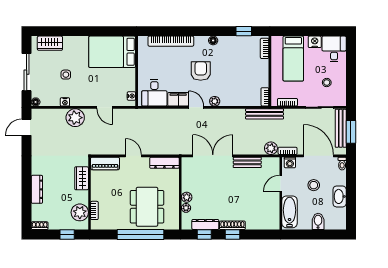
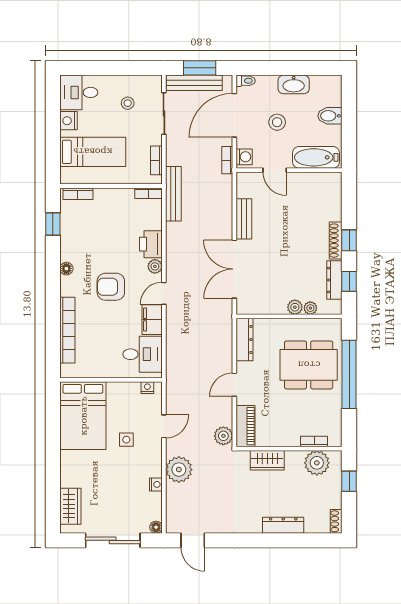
side table: (66, 75) -> (126, 440), moved
printer: (230, 98) -> (151, 244), added
plant: (271, 148) -> (223, 436), moved

